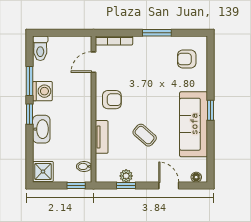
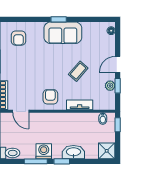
sofa: (194, 124) -> (63, 33), width x0.73
door: (169, 185) -> (118, 64), moved

